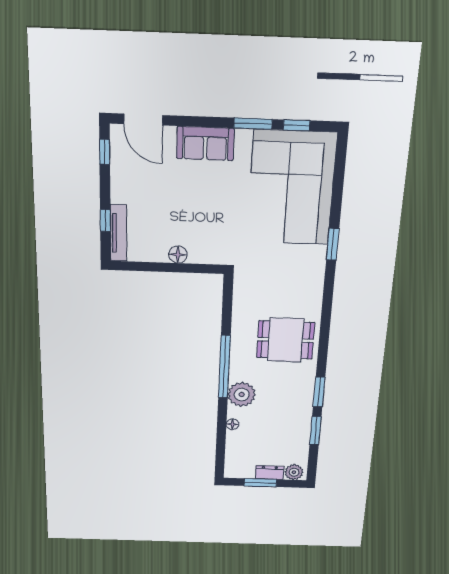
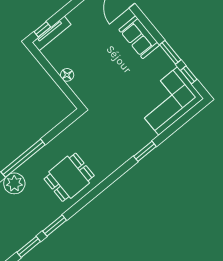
corner sofa: (292, 188) -> (168, 101), width x0.73, depth x0.74
window: (105, 220) -> (42, 29), moved
dining table: (286, 340) -> (69, 177), turned 90

